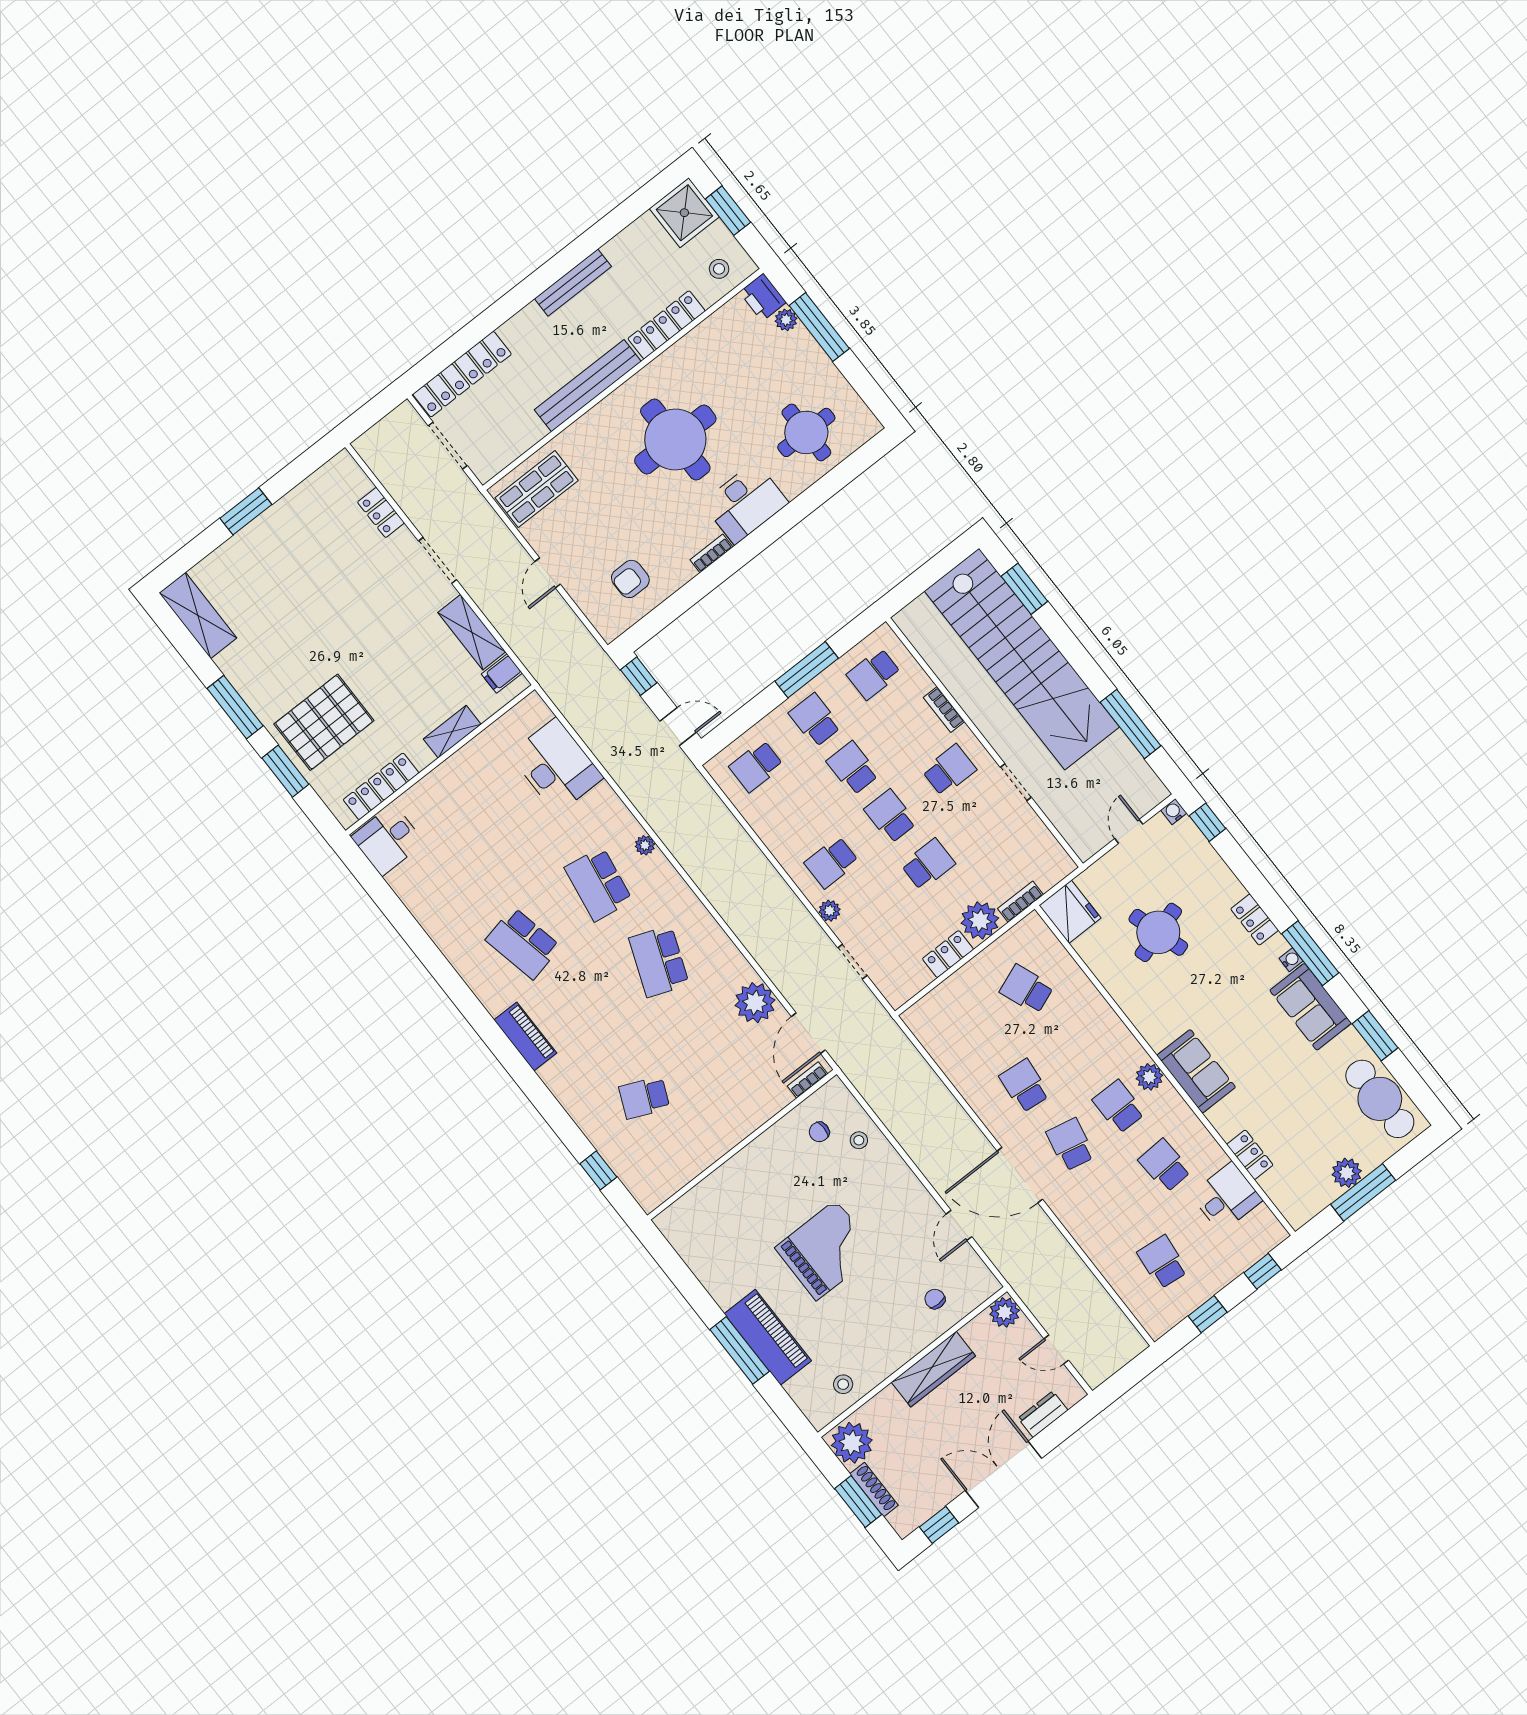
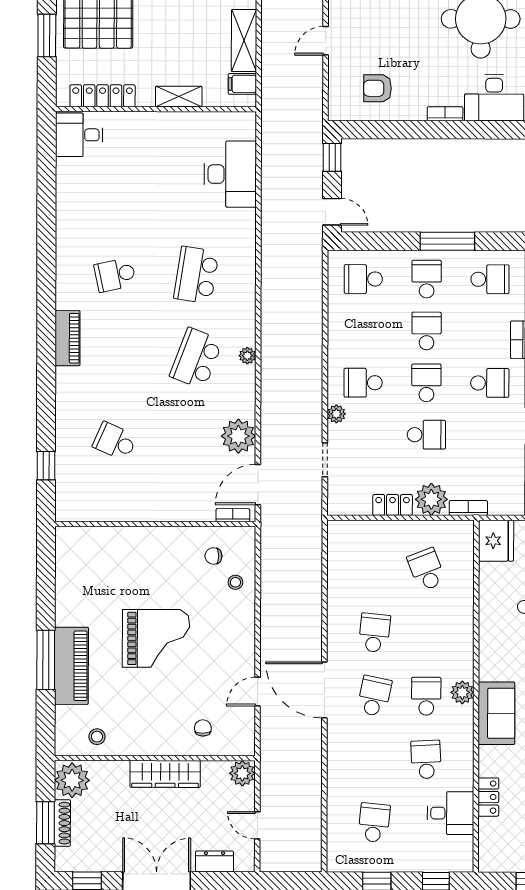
school desk: (874, 674) -> (490, 279), turned 180
plant: (645, 845) -> (247, 356), moved
school desk: (523, 943) -> (115, 275), width x0.54

